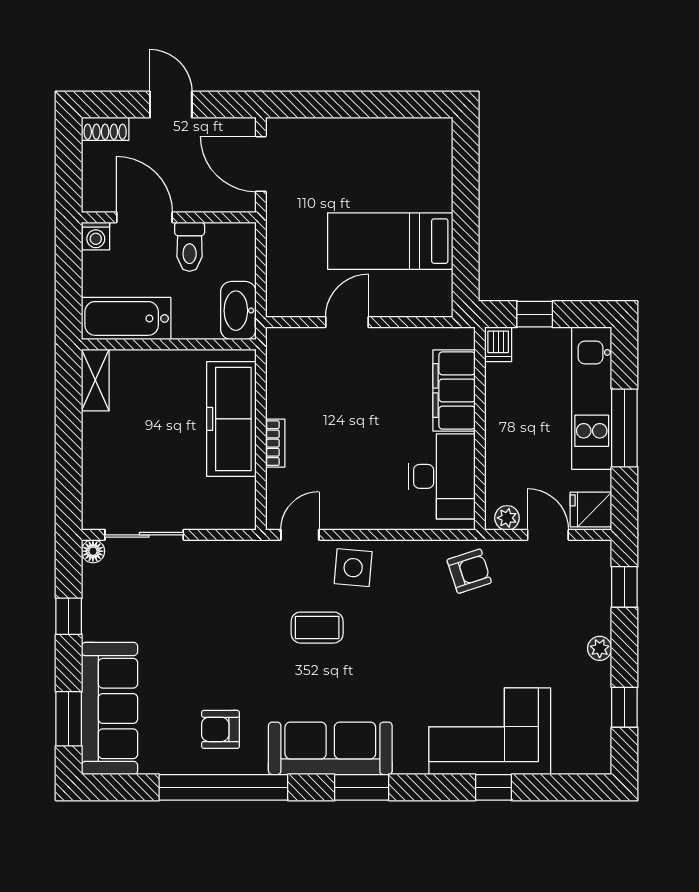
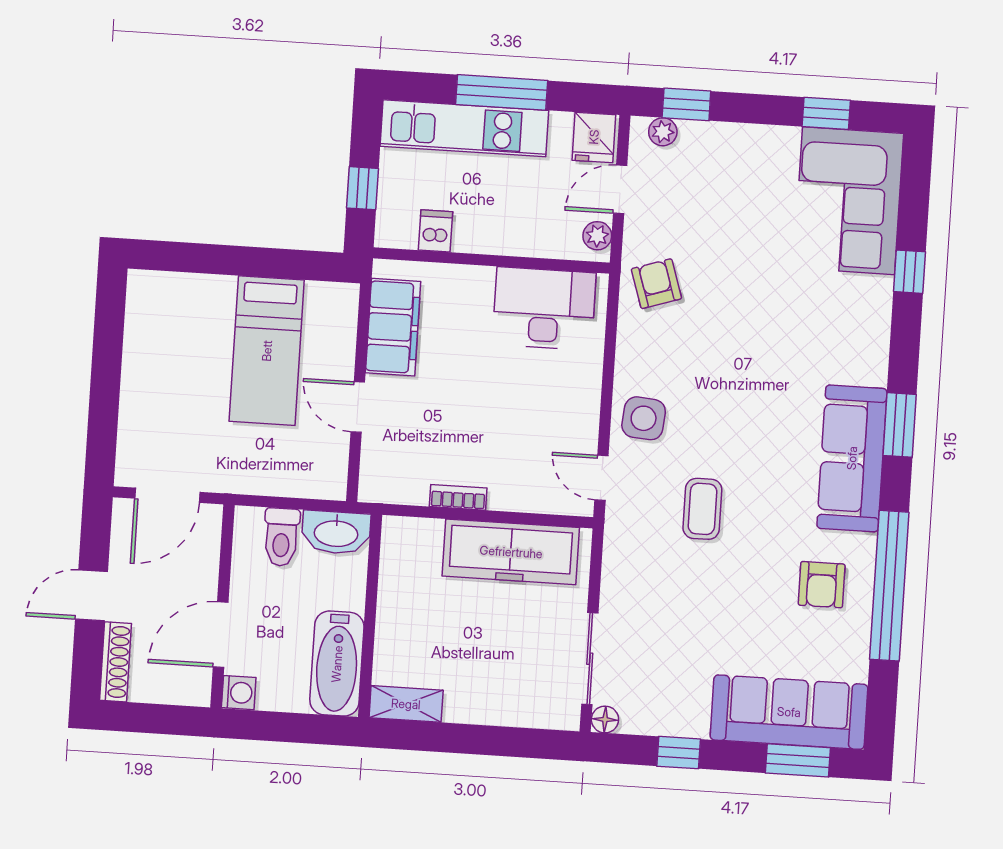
shoe rack: (105, 129) -> (116, 662), width x1.43
toilet: (190, 247) -> (281, 537), moved, turned 90
dishwasher: (498, 344) -> (436, 231), moved, turned -90
filing cabinet: (454, 390) -> (393, 327), moved, turned -90
freezer: (231, 419) -> (511, 552), moved
bookcase: (275, 443) -> (458, 497), moved
coffee table: (317, 628) -> (702, 509), moved
plant: (600, 648) -> (663, 132), moved
corner sofa: (490, 731) -> (849, 201), moved

